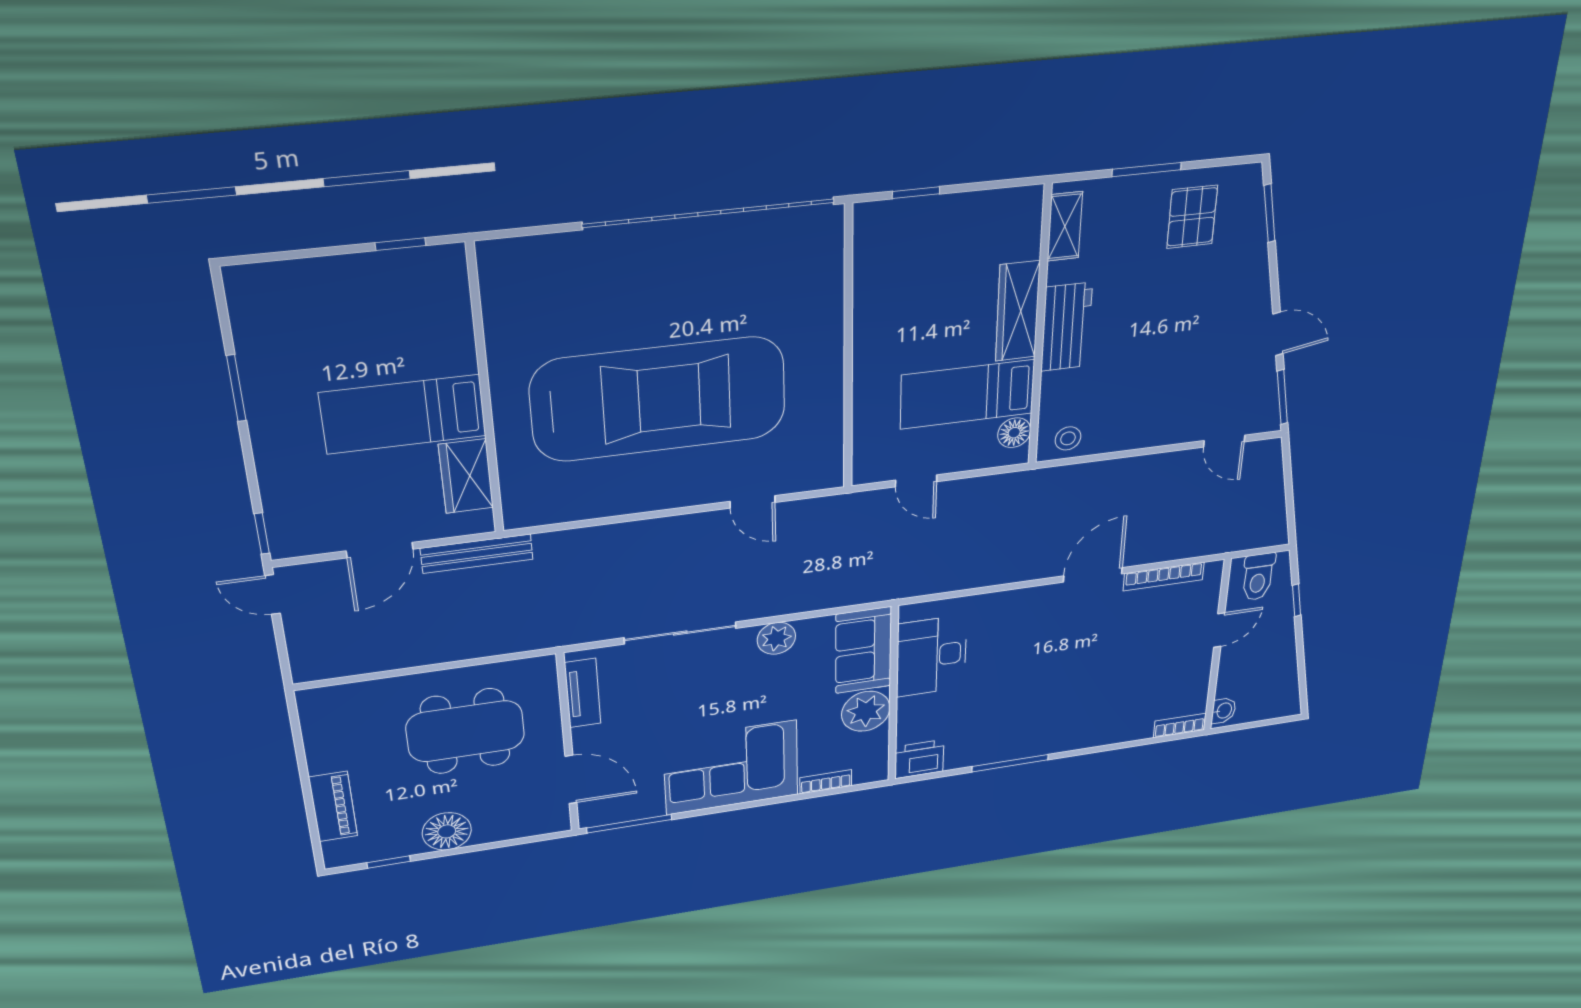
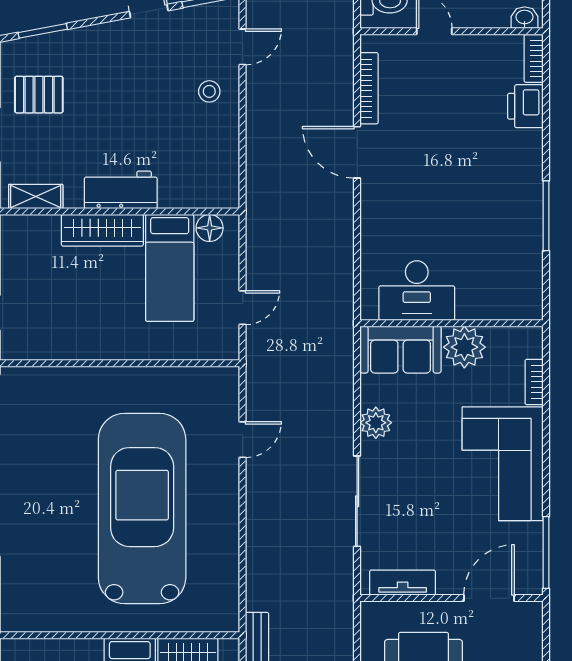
stool: (1068, 438) -> (209, 91), moved
printer: (919, 759) -> (525, 106), moved

